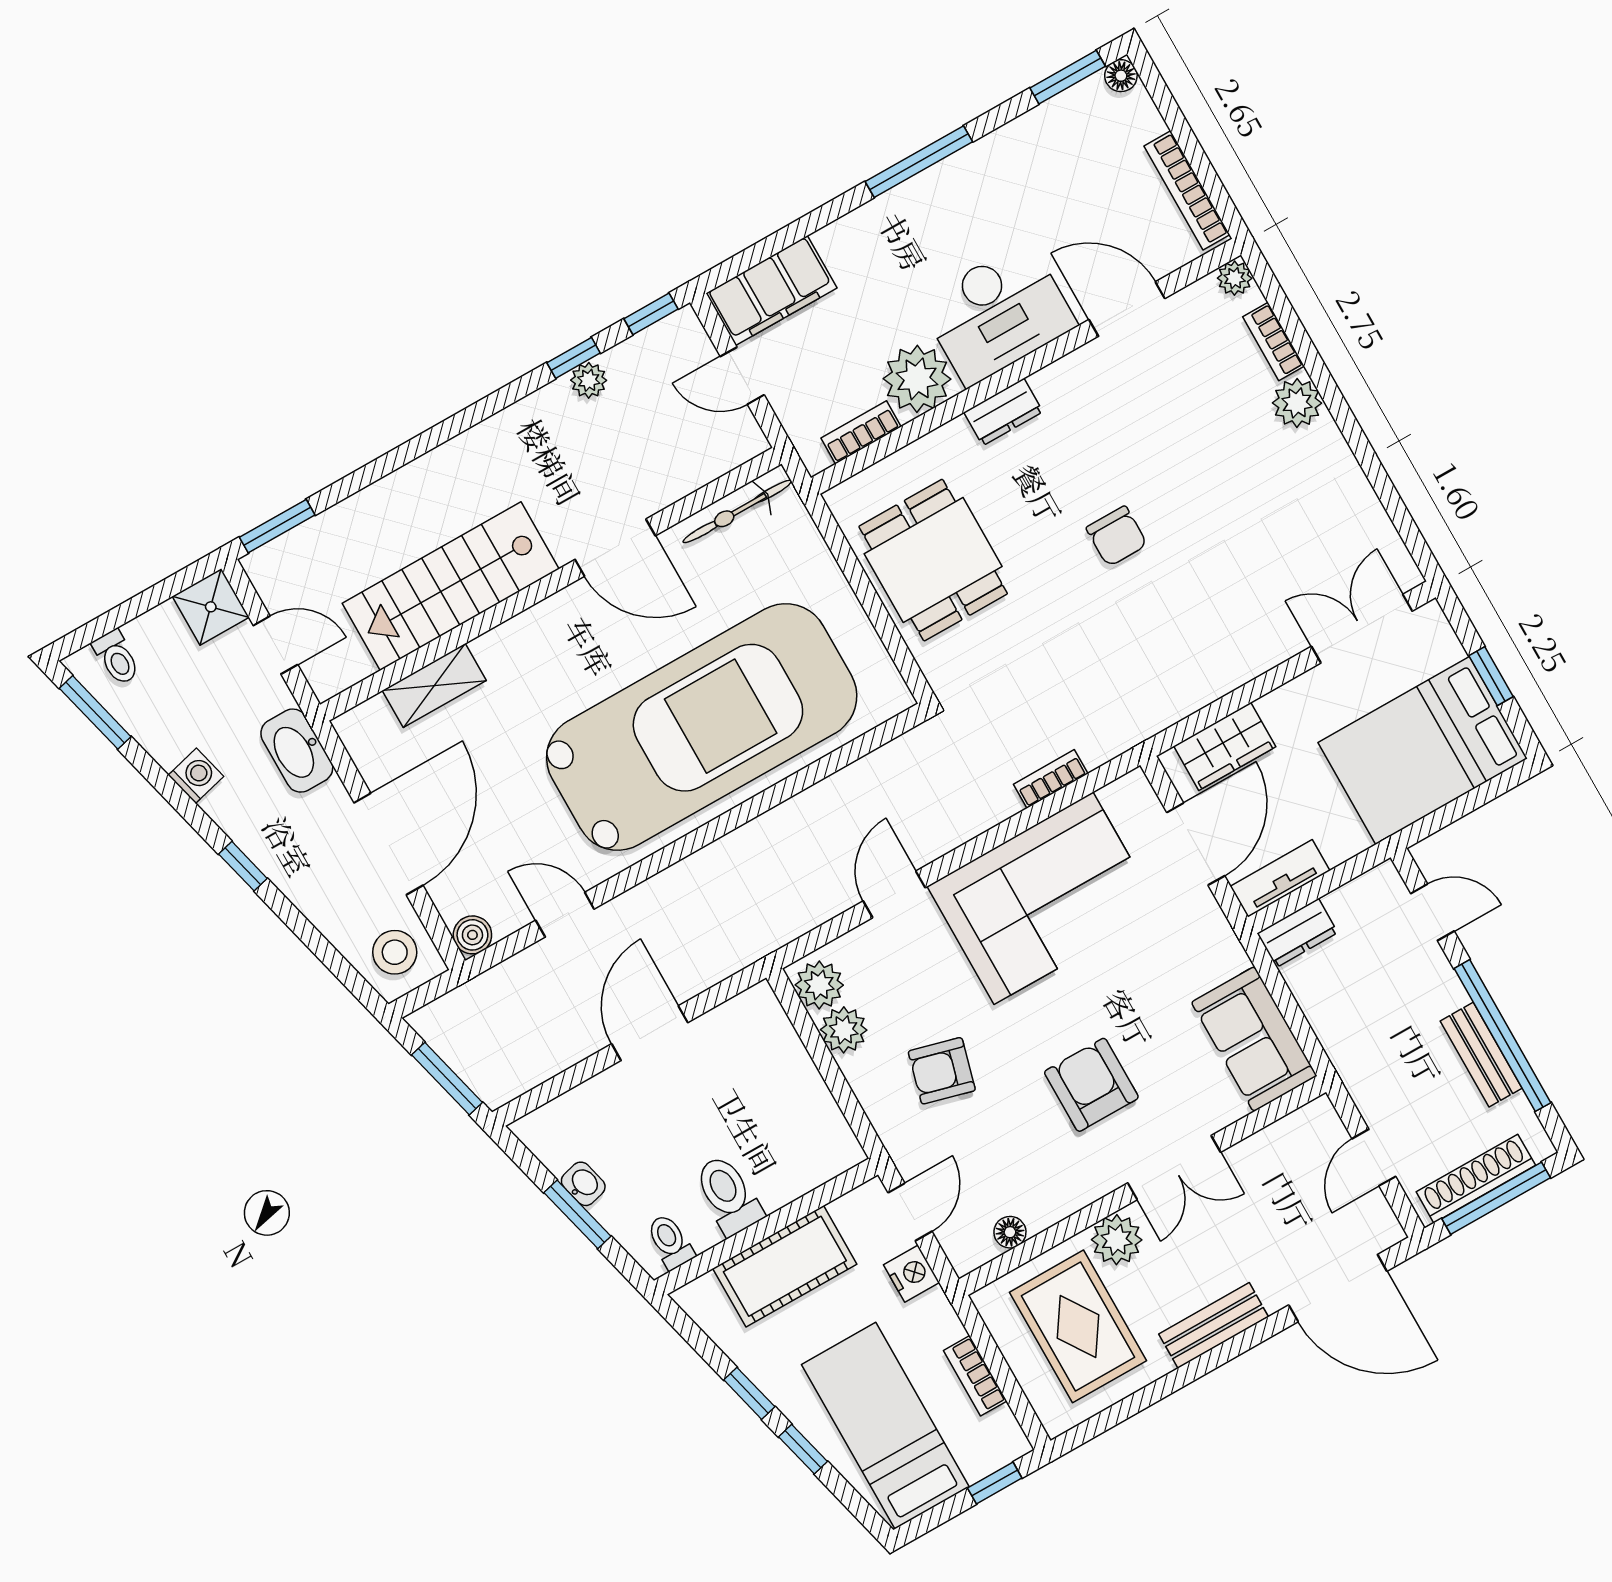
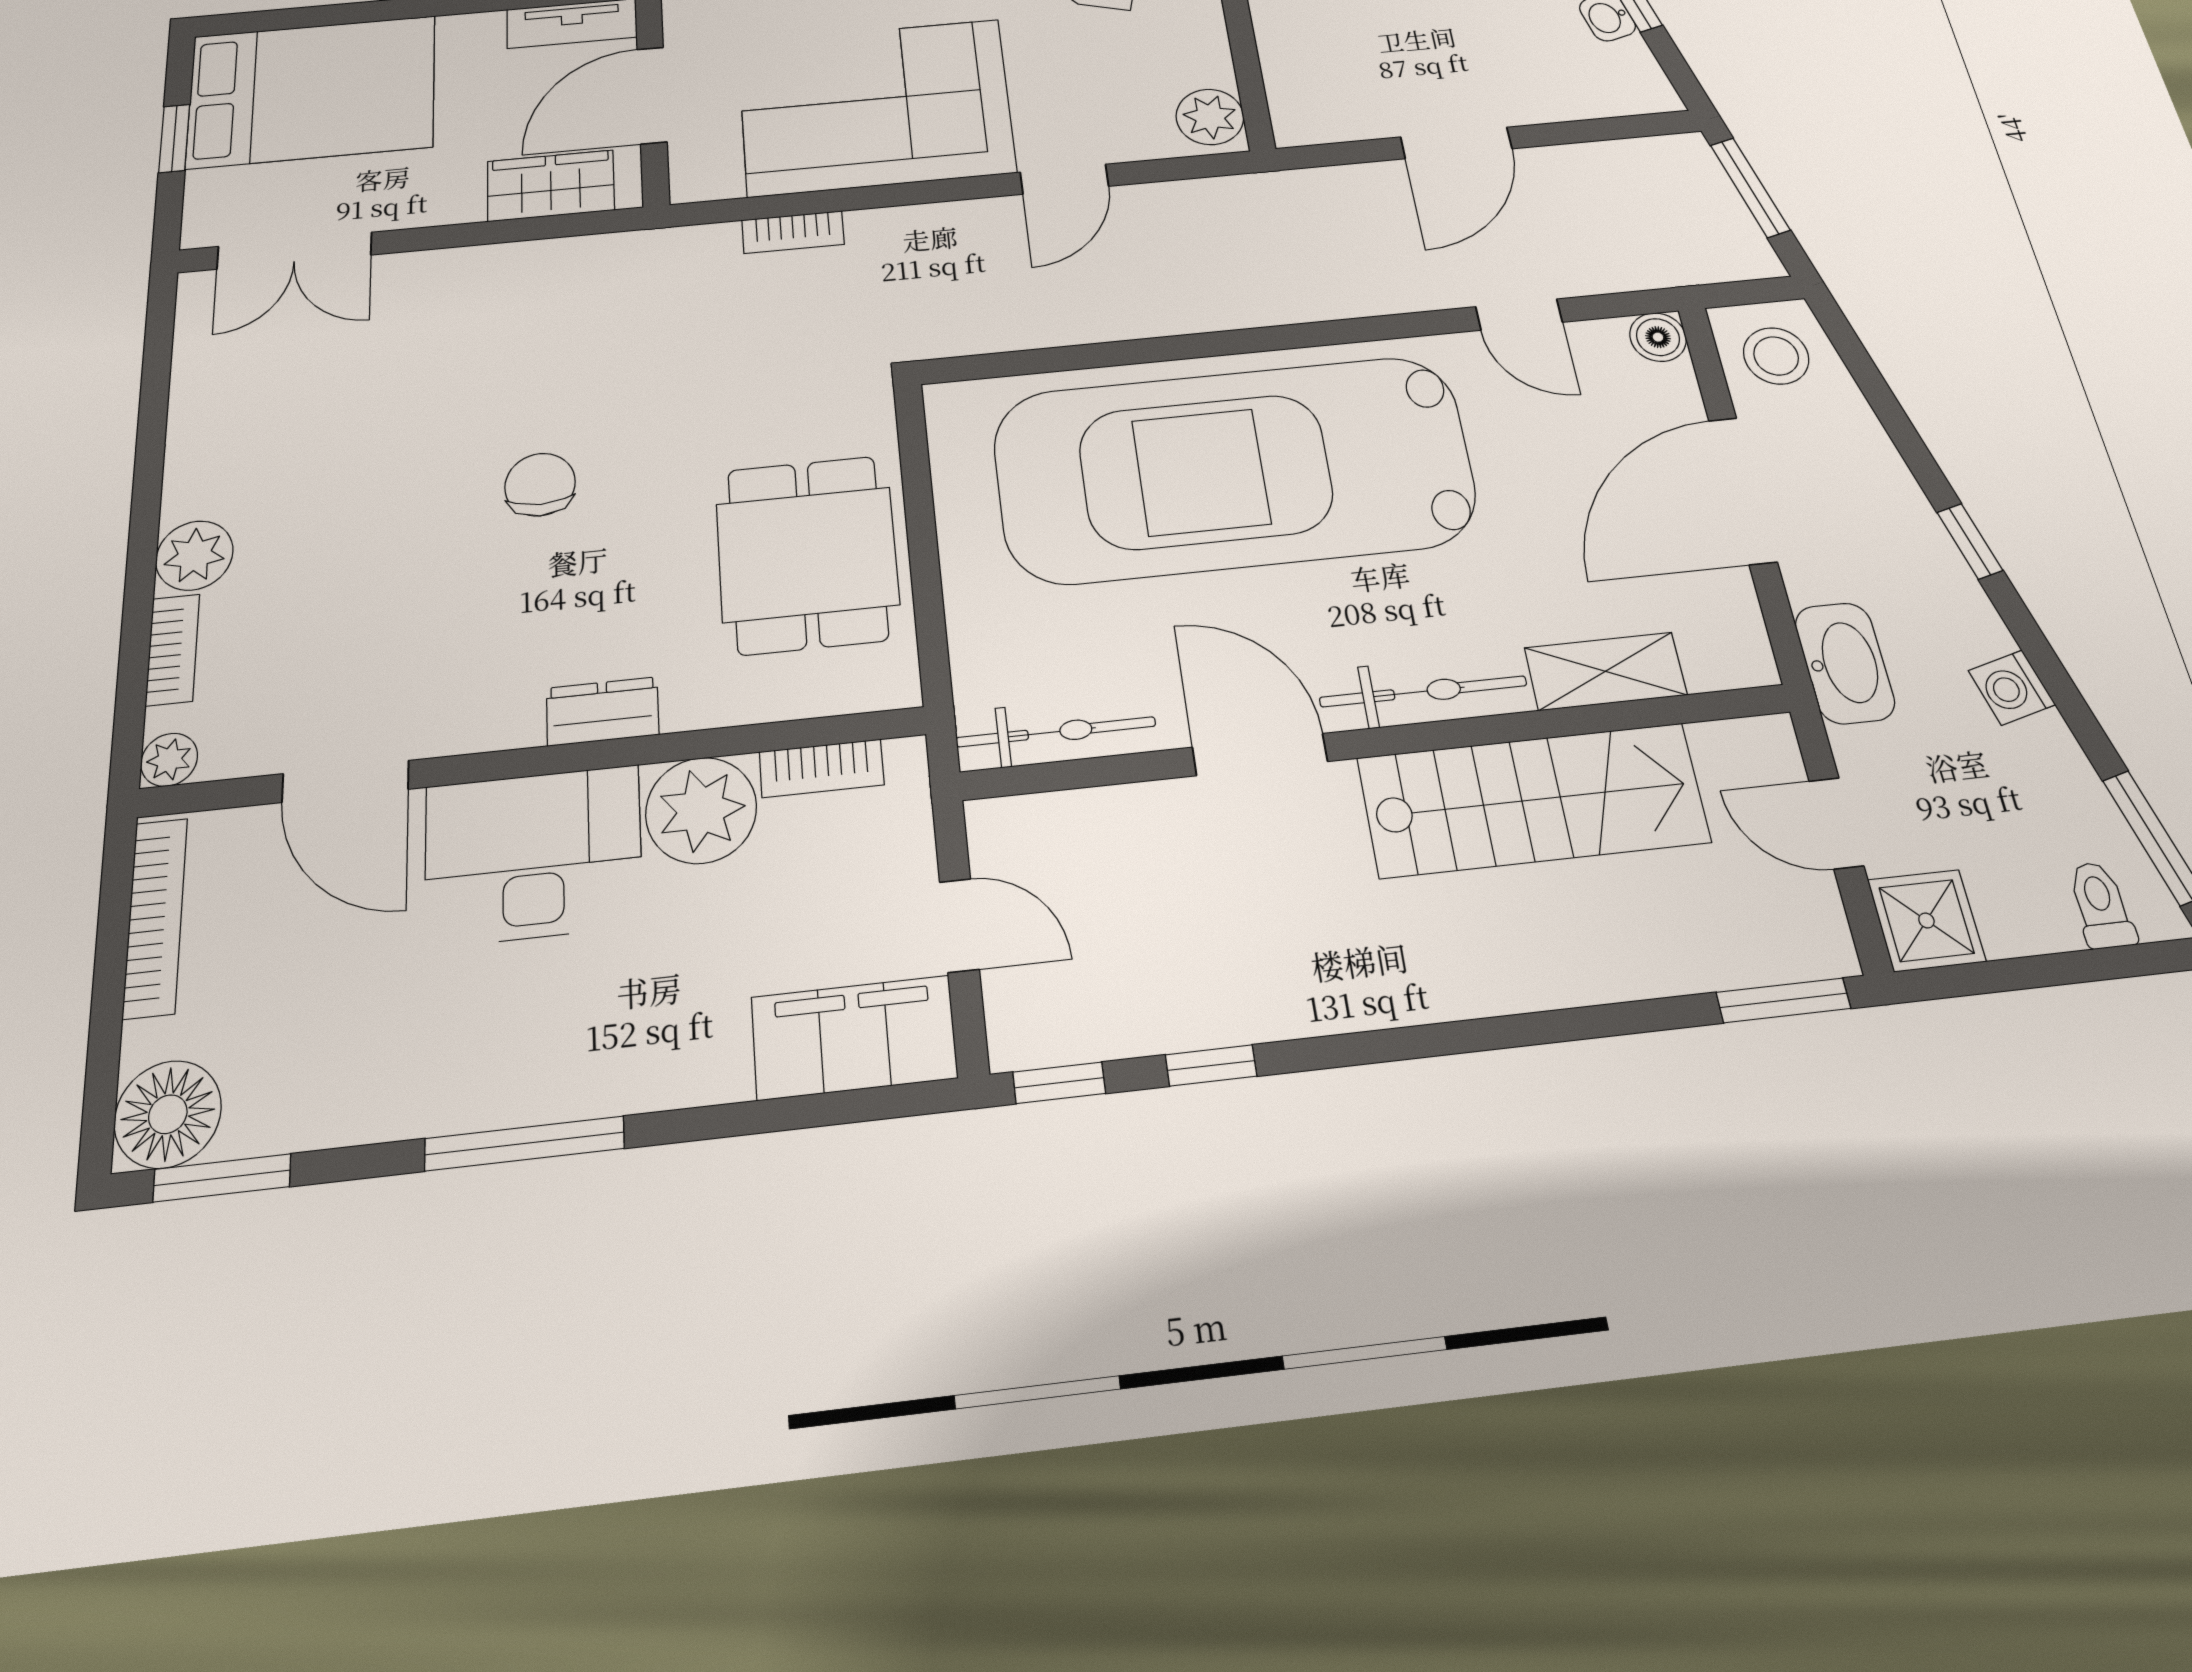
floor lamp: (1121, 76) -> (168, 1114), width x1.89, depth x1.89
plant: (589, 380) -> (1201, 1020), removed
bicycle: (536, 627) -> (1423, 691), added
plant: (844, 1030) -> (1201, 60), removed

